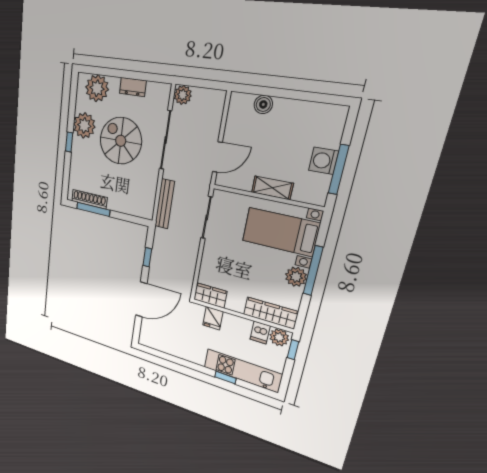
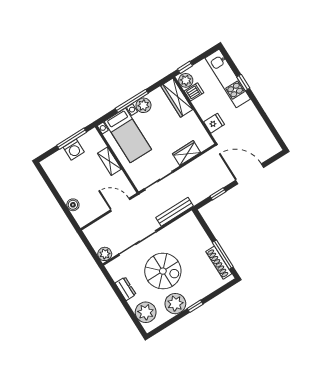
spiral stairs: (121, 141) -> (163, 271), turned -90
wardrobe: (210, 295) -> (186, 153), moved, turned 90

